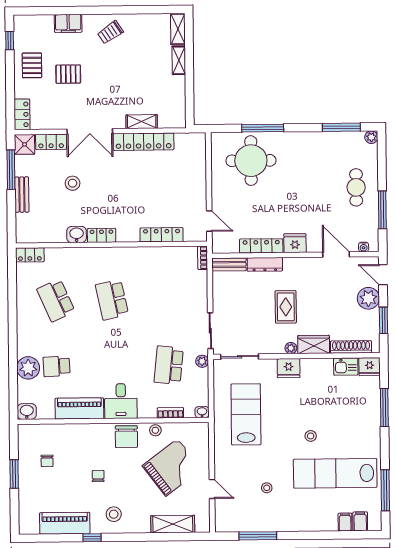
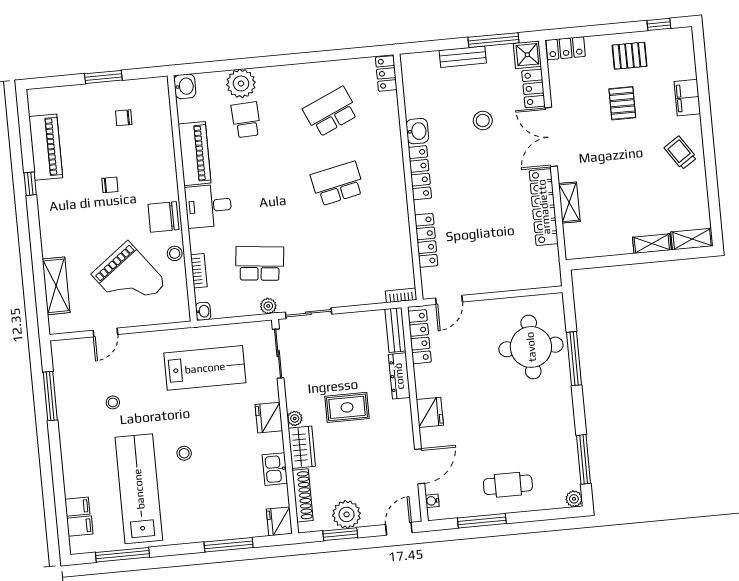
locker: (102, 235) -> (420, 173), width x1.53
locker: (261, 246) -> (420, 337), moved
plant: (368, 298) -> (347, 514), moved
kitchen sink: (346, 367) -> (275, 469), moved
stool: (114, 514) -> (63, 209), removed

